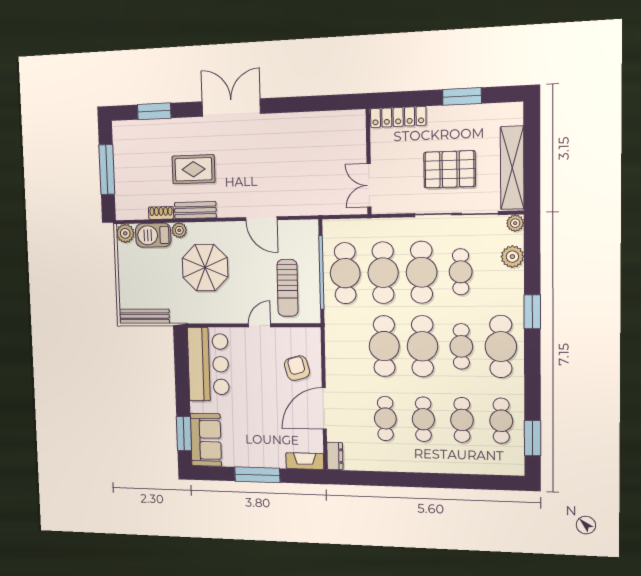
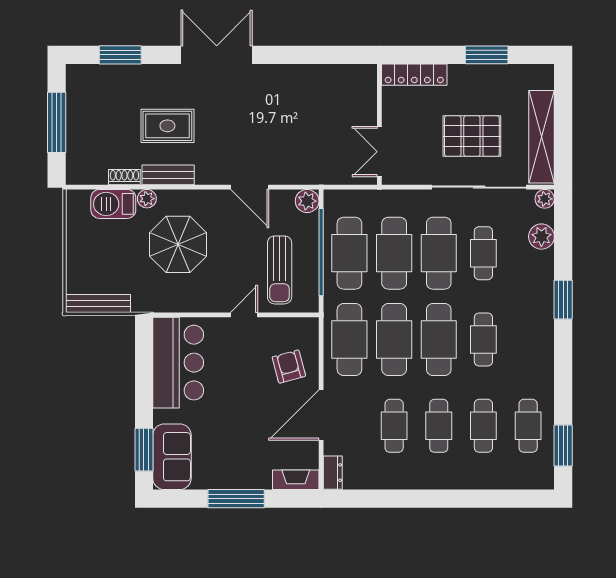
plant: (125, 233) -> (307, 201), moved
cafe table: (501, 347) -> (349, 339), moved

